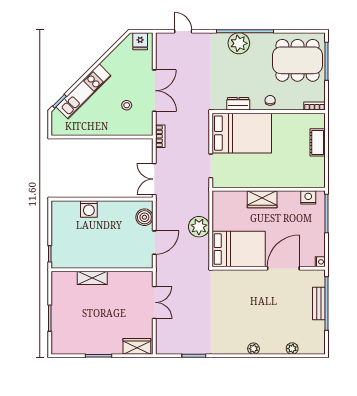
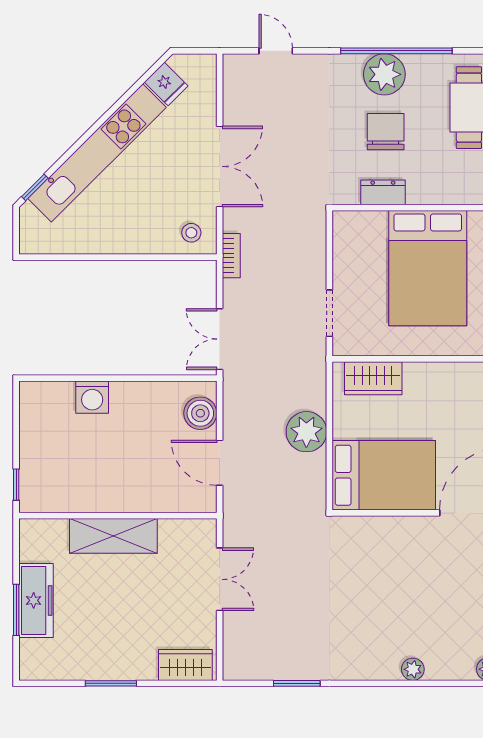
fridge: (140, 41) -> (166, 84), moved, turned -45
kitchen unit: (84, 91) -> (97, 153), width x1.36
chair: (270, 100) -> (386, 132), moved, width x1.87, depth x1.87
stool: (127, 105) -> (191, 233), moved
bed: (242, 133) -> (428, 268), moved, turned 90
wardrobe: (262, 199) -> (373, 378), moved
door: (154, 243) -> (220, 463), swing flipped
shelving: (92, 278) -> (113, 536), width x1.50, depth x1.33
freezer: (60, 313) -> (36, 600), added

